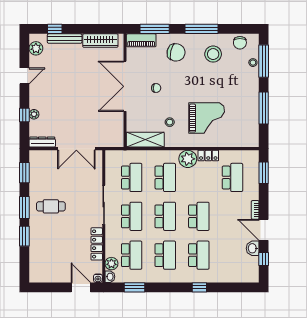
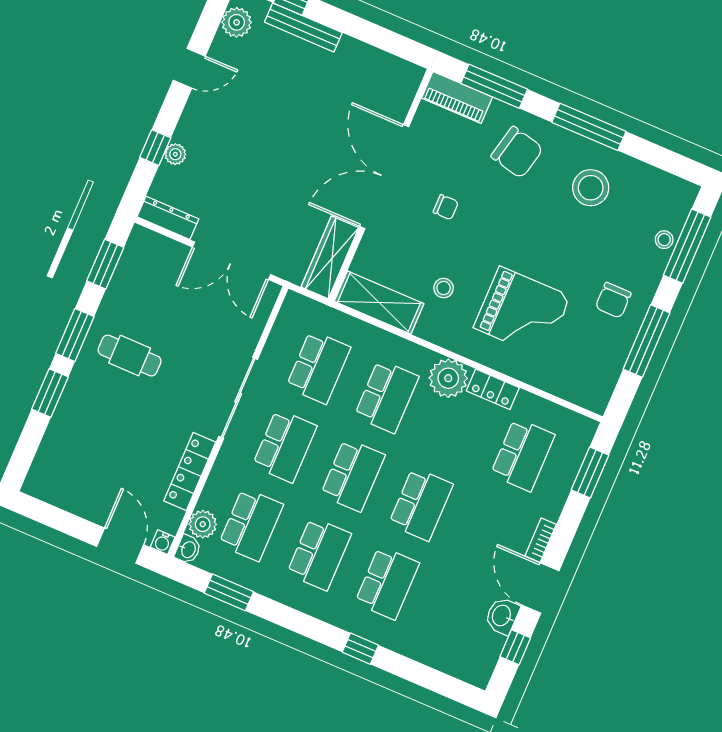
wardrobe: (100, 41) -> (330, 257), moved, turned 90
chair: (240, 43) -> (613, 300), moved

